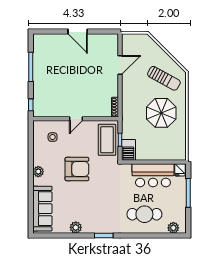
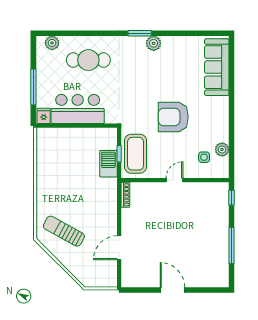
parasol: (161, 113) -> (67, 188), removed
barbecue: (128, 150) -> (108, 164), moved
plant: (38, 172) -> (222, 149), moved
plant: (76, 227) -> (154, 43), moved

